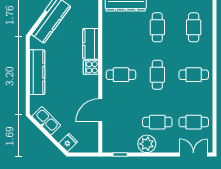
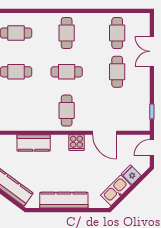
cooker: (91, 67) -> (76, 143), moved
fridge: (68, 143) -> (131, 175), moved
plant: (147, 144) -> (140, 83), removed
door: (86, 155) -> (152, 148), added
double door: (193, 155) -> (152, 51), moved

